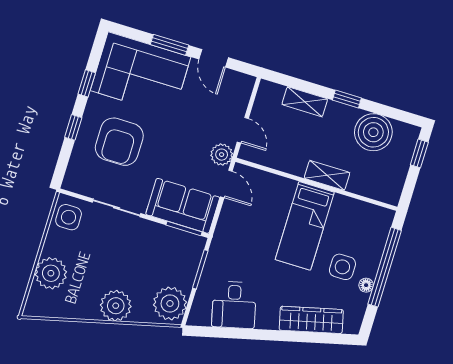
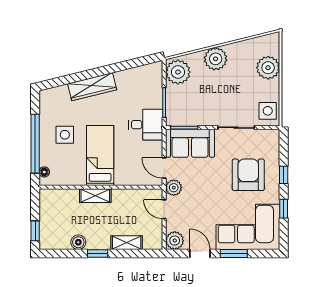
plant: (241, 85) -> (175, 241), added
boiler: (373, 132) -> (78, 242), width x0.54, depth x0.54
floor lamp: (366, 285) -> (44, 172), moved
desk: (234, 305) -> (146, 125), moved, turned 104
wardrobe: (311, 320) -> (92, 87), moved

